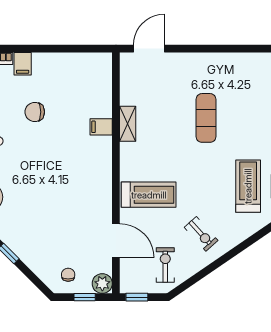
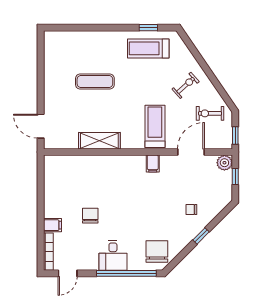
chair: (35, 112) -> (90, 216), turned 180
shelving: (128, 124) -> (99, 141), width x1.50, depth x1.33
filing cabinet: (101, 127) -> (153, 164), moved
chair: (68, 275) -> (191, 210), moved

